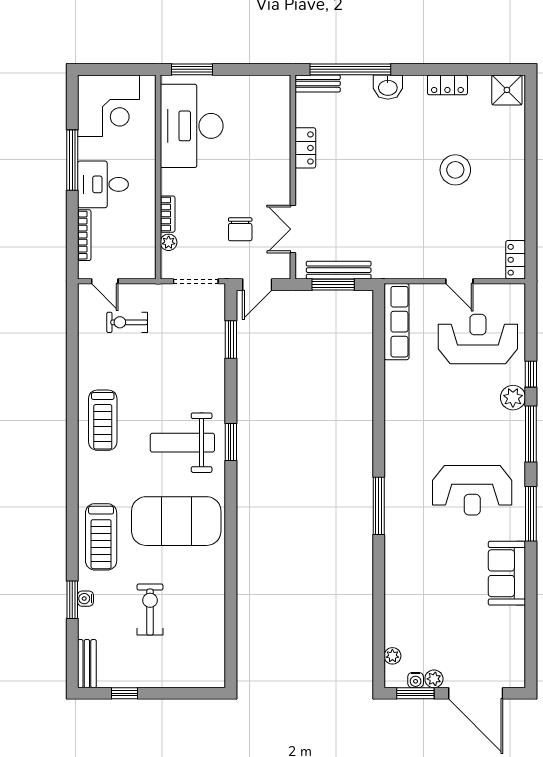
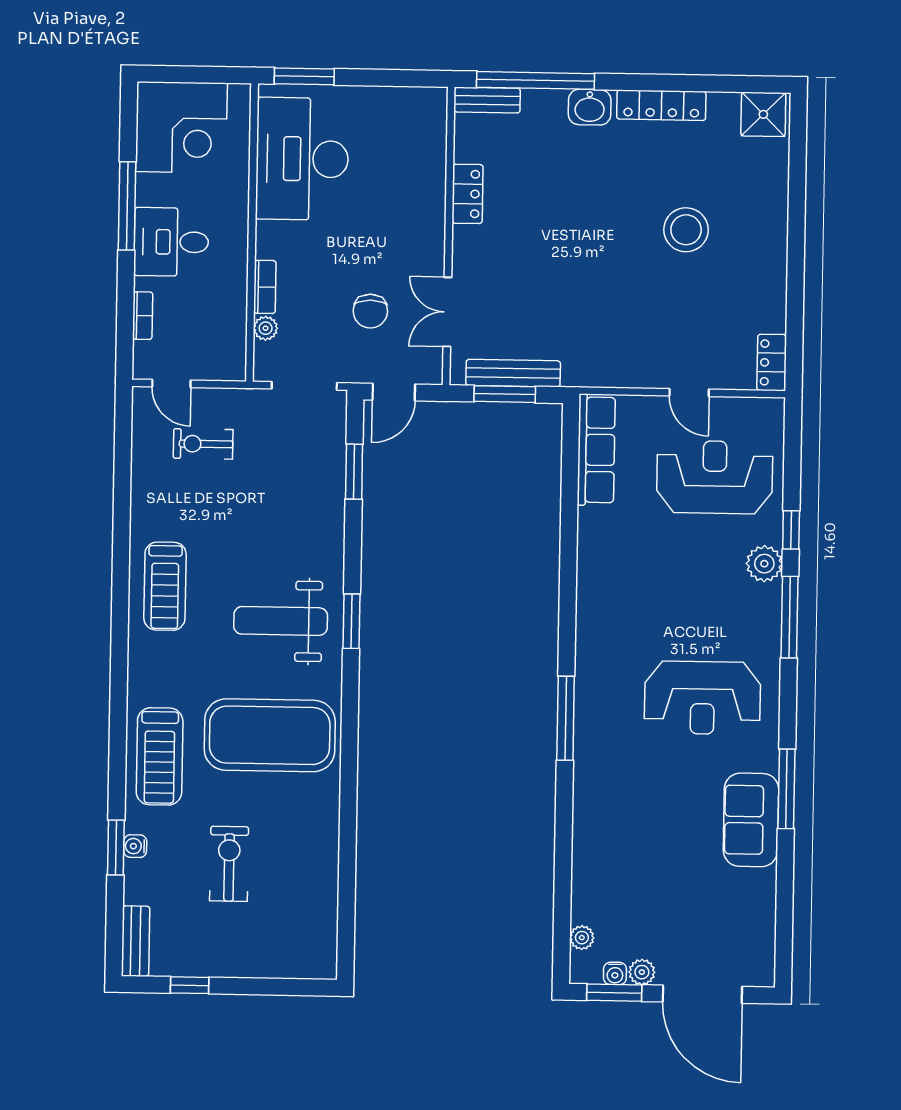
locker: (447, 85) -> (661, 105), width x1.53
bookcase: (84, 235) -> (143, 316), width x0.64
window: (531, 514) -> (787, 789), moved

